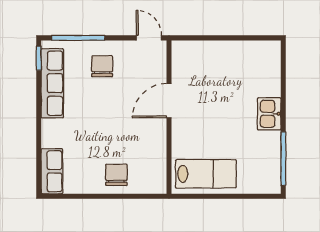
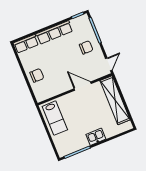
shelving: (218, 53) -> (115, 100), added
row of seats: (52, 83) -> (54, 32), moved

